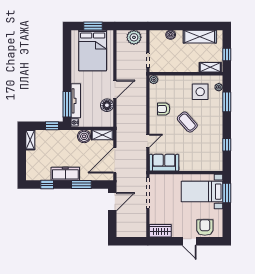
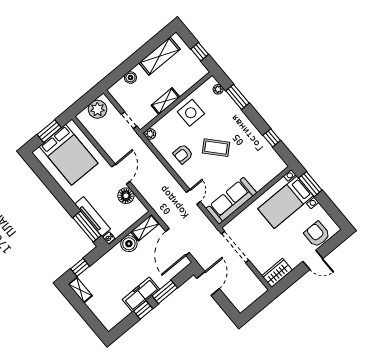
shelving: (210, 67) -> (165, 101), moved
side table: (200, 92) -> (191, 113), moved
window: (52, 126) -> (80, 267), moved
sofa: (164, 163) -> (231, 201), width x1.36
window: (47, 185) -> (143, 310), moved

